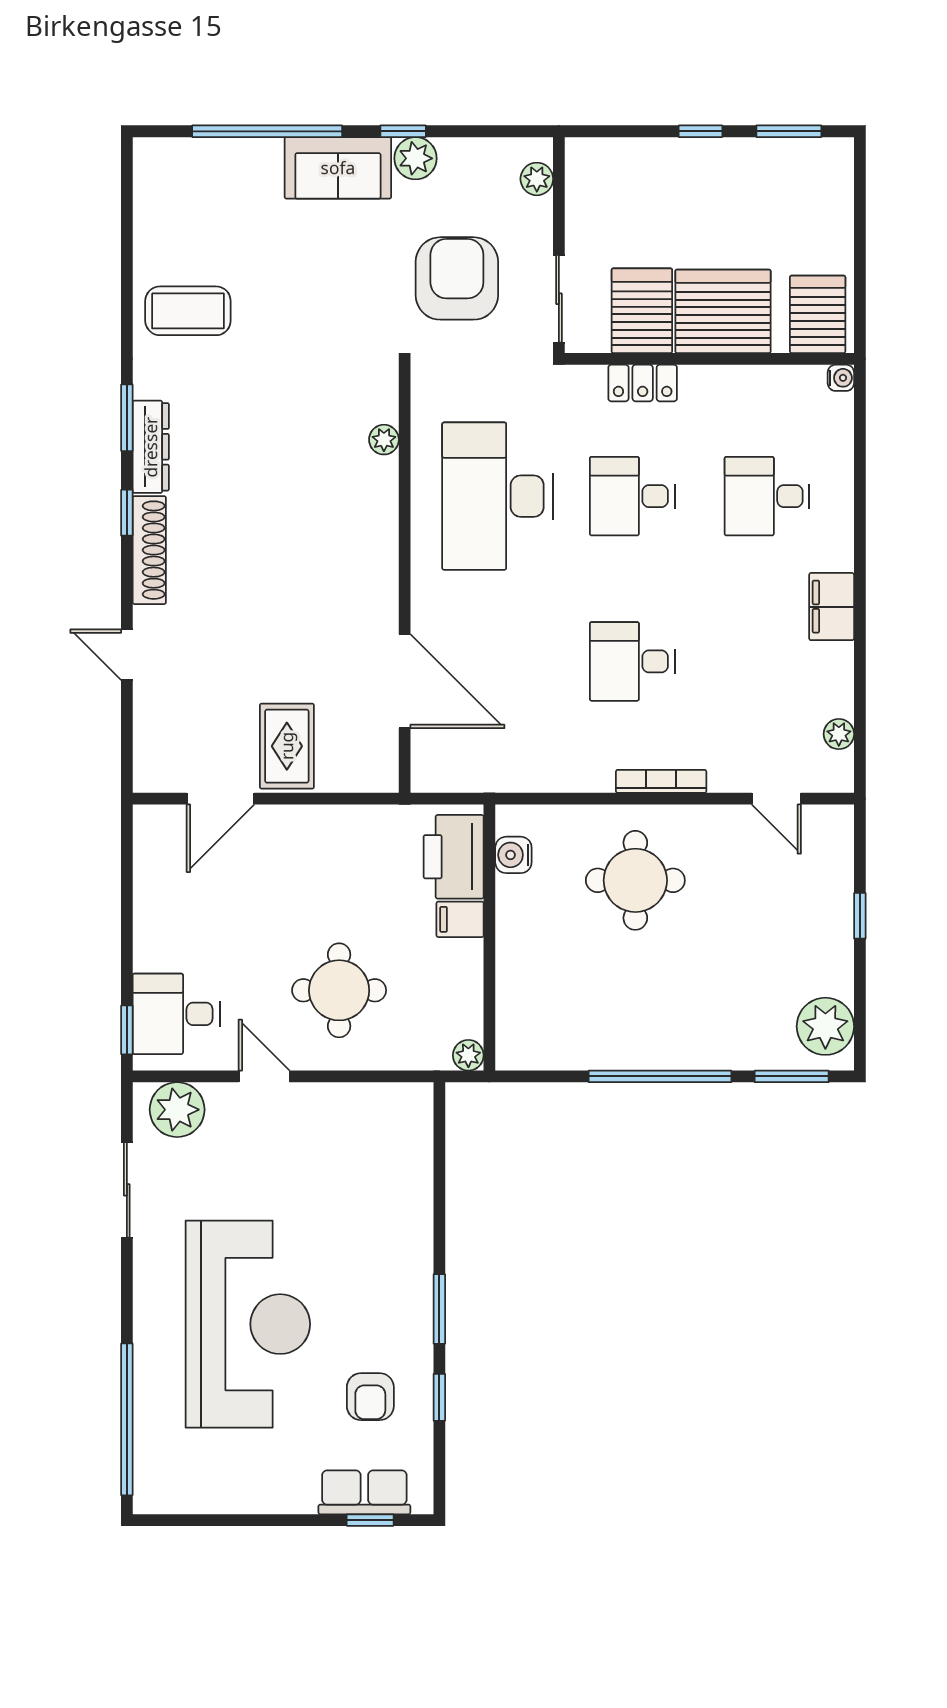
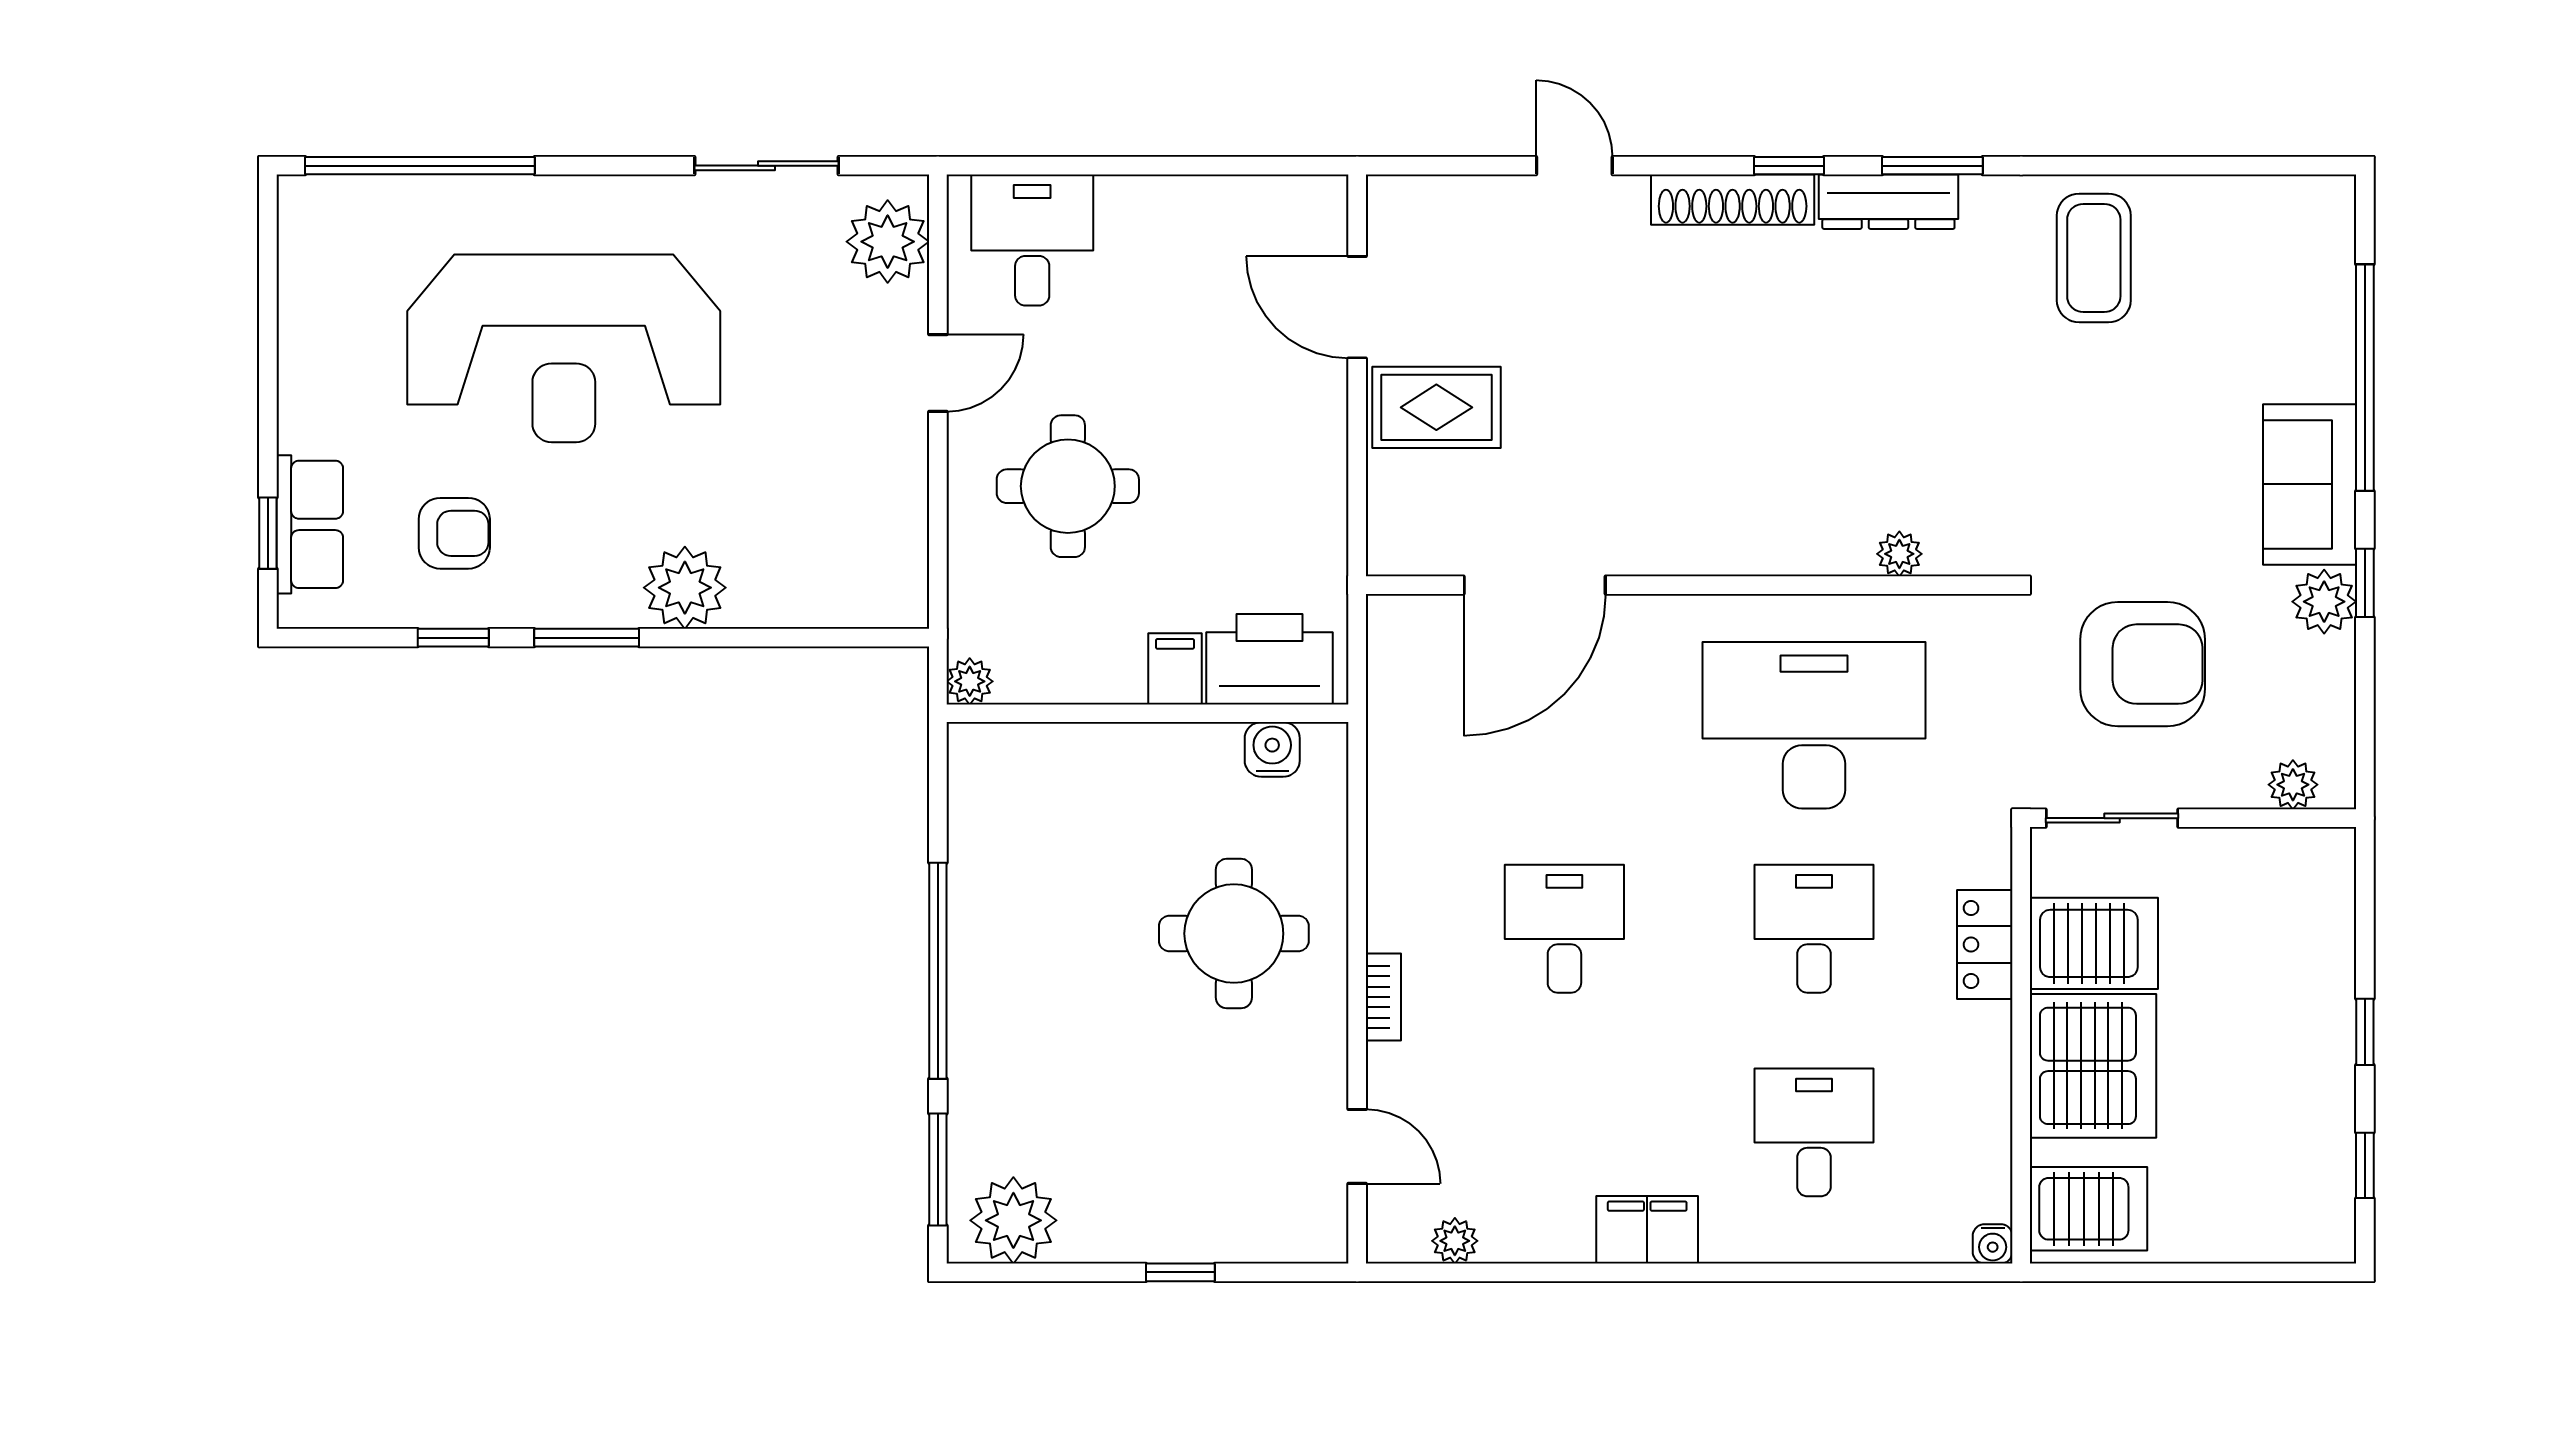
window: (789, 131) -> (2365, 1165), width x0.67
door: (127, 655) -> (1574, 166), hinge flipped
bookcase: (661, 781) -> (1383, 997), width x0.64
door: (776, 799) -> (1357, 1146), swing flipped
window: (127, 1030) -> (1008, 166), removed
plant: (406, 1244) -> (685, 588), added
armchair: (370, 1397) -> (454, 533), turned 180

